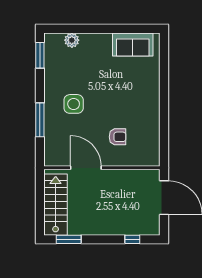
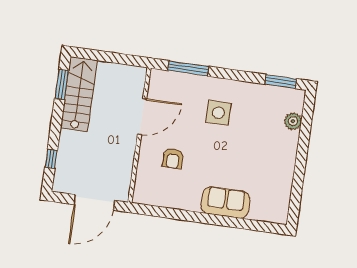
sofa: (133, 44) -> (226, 202), moved, turned 90
window: (40, 120) -> (188, 68), moved
stairs: (56, 205) -> (79, 94), moved, turned -90

